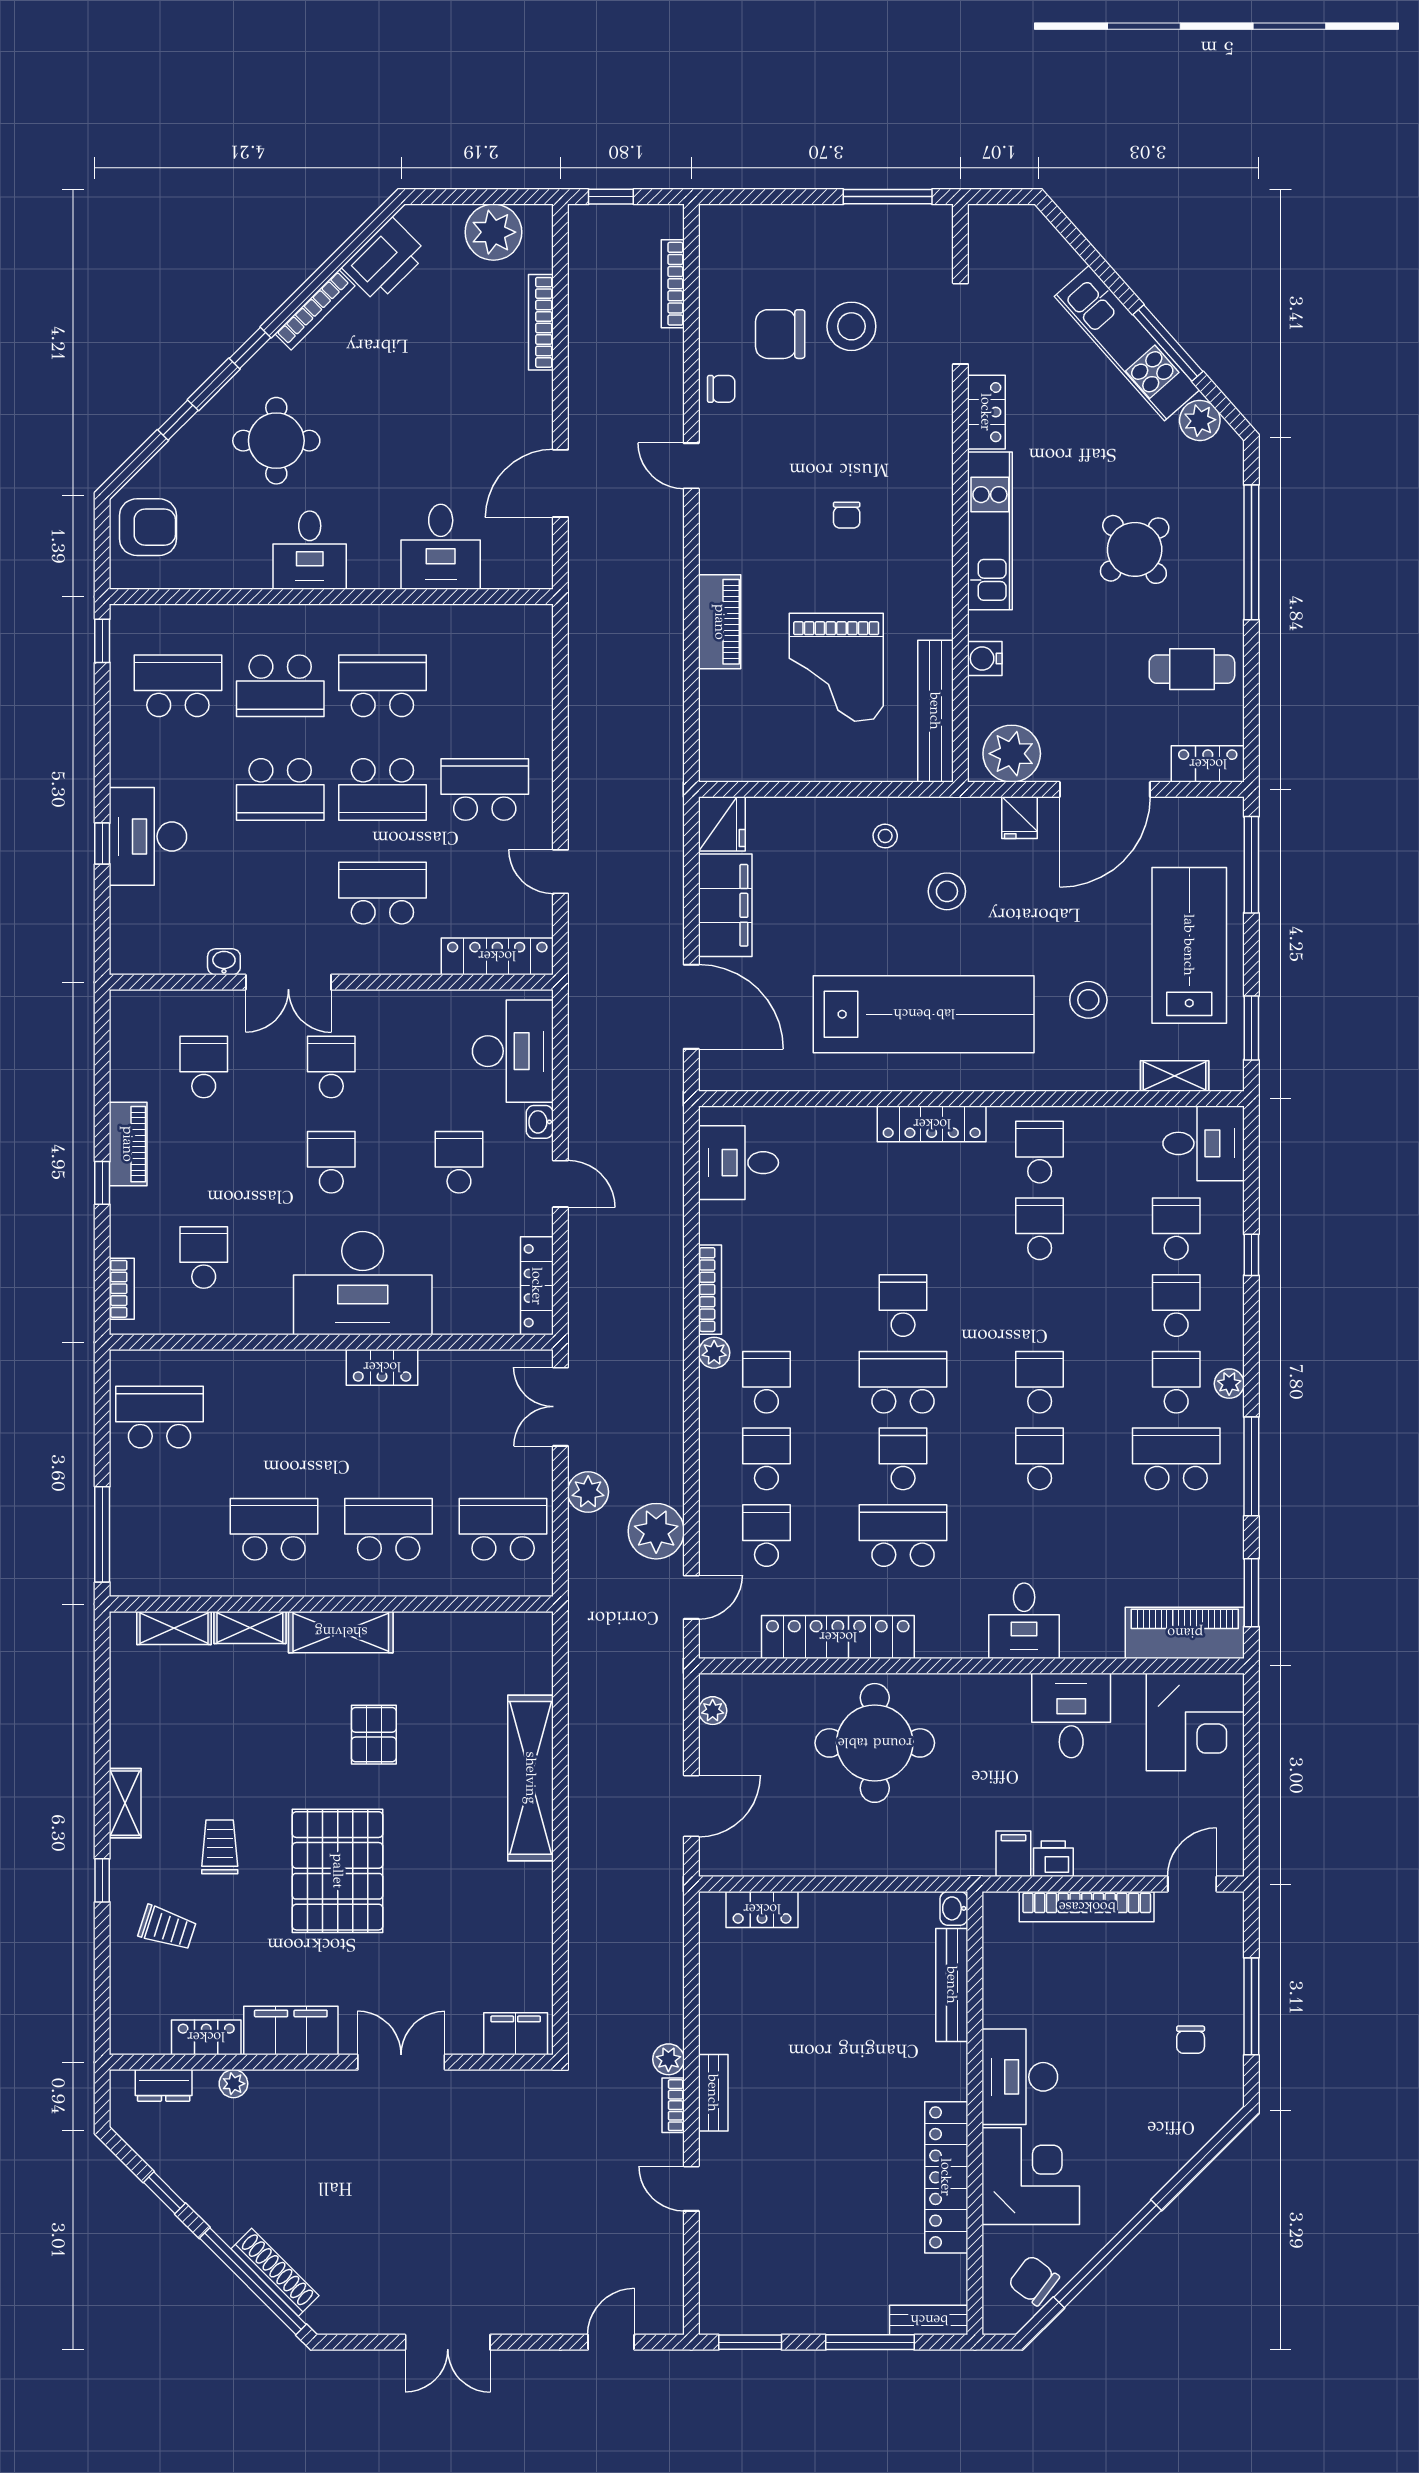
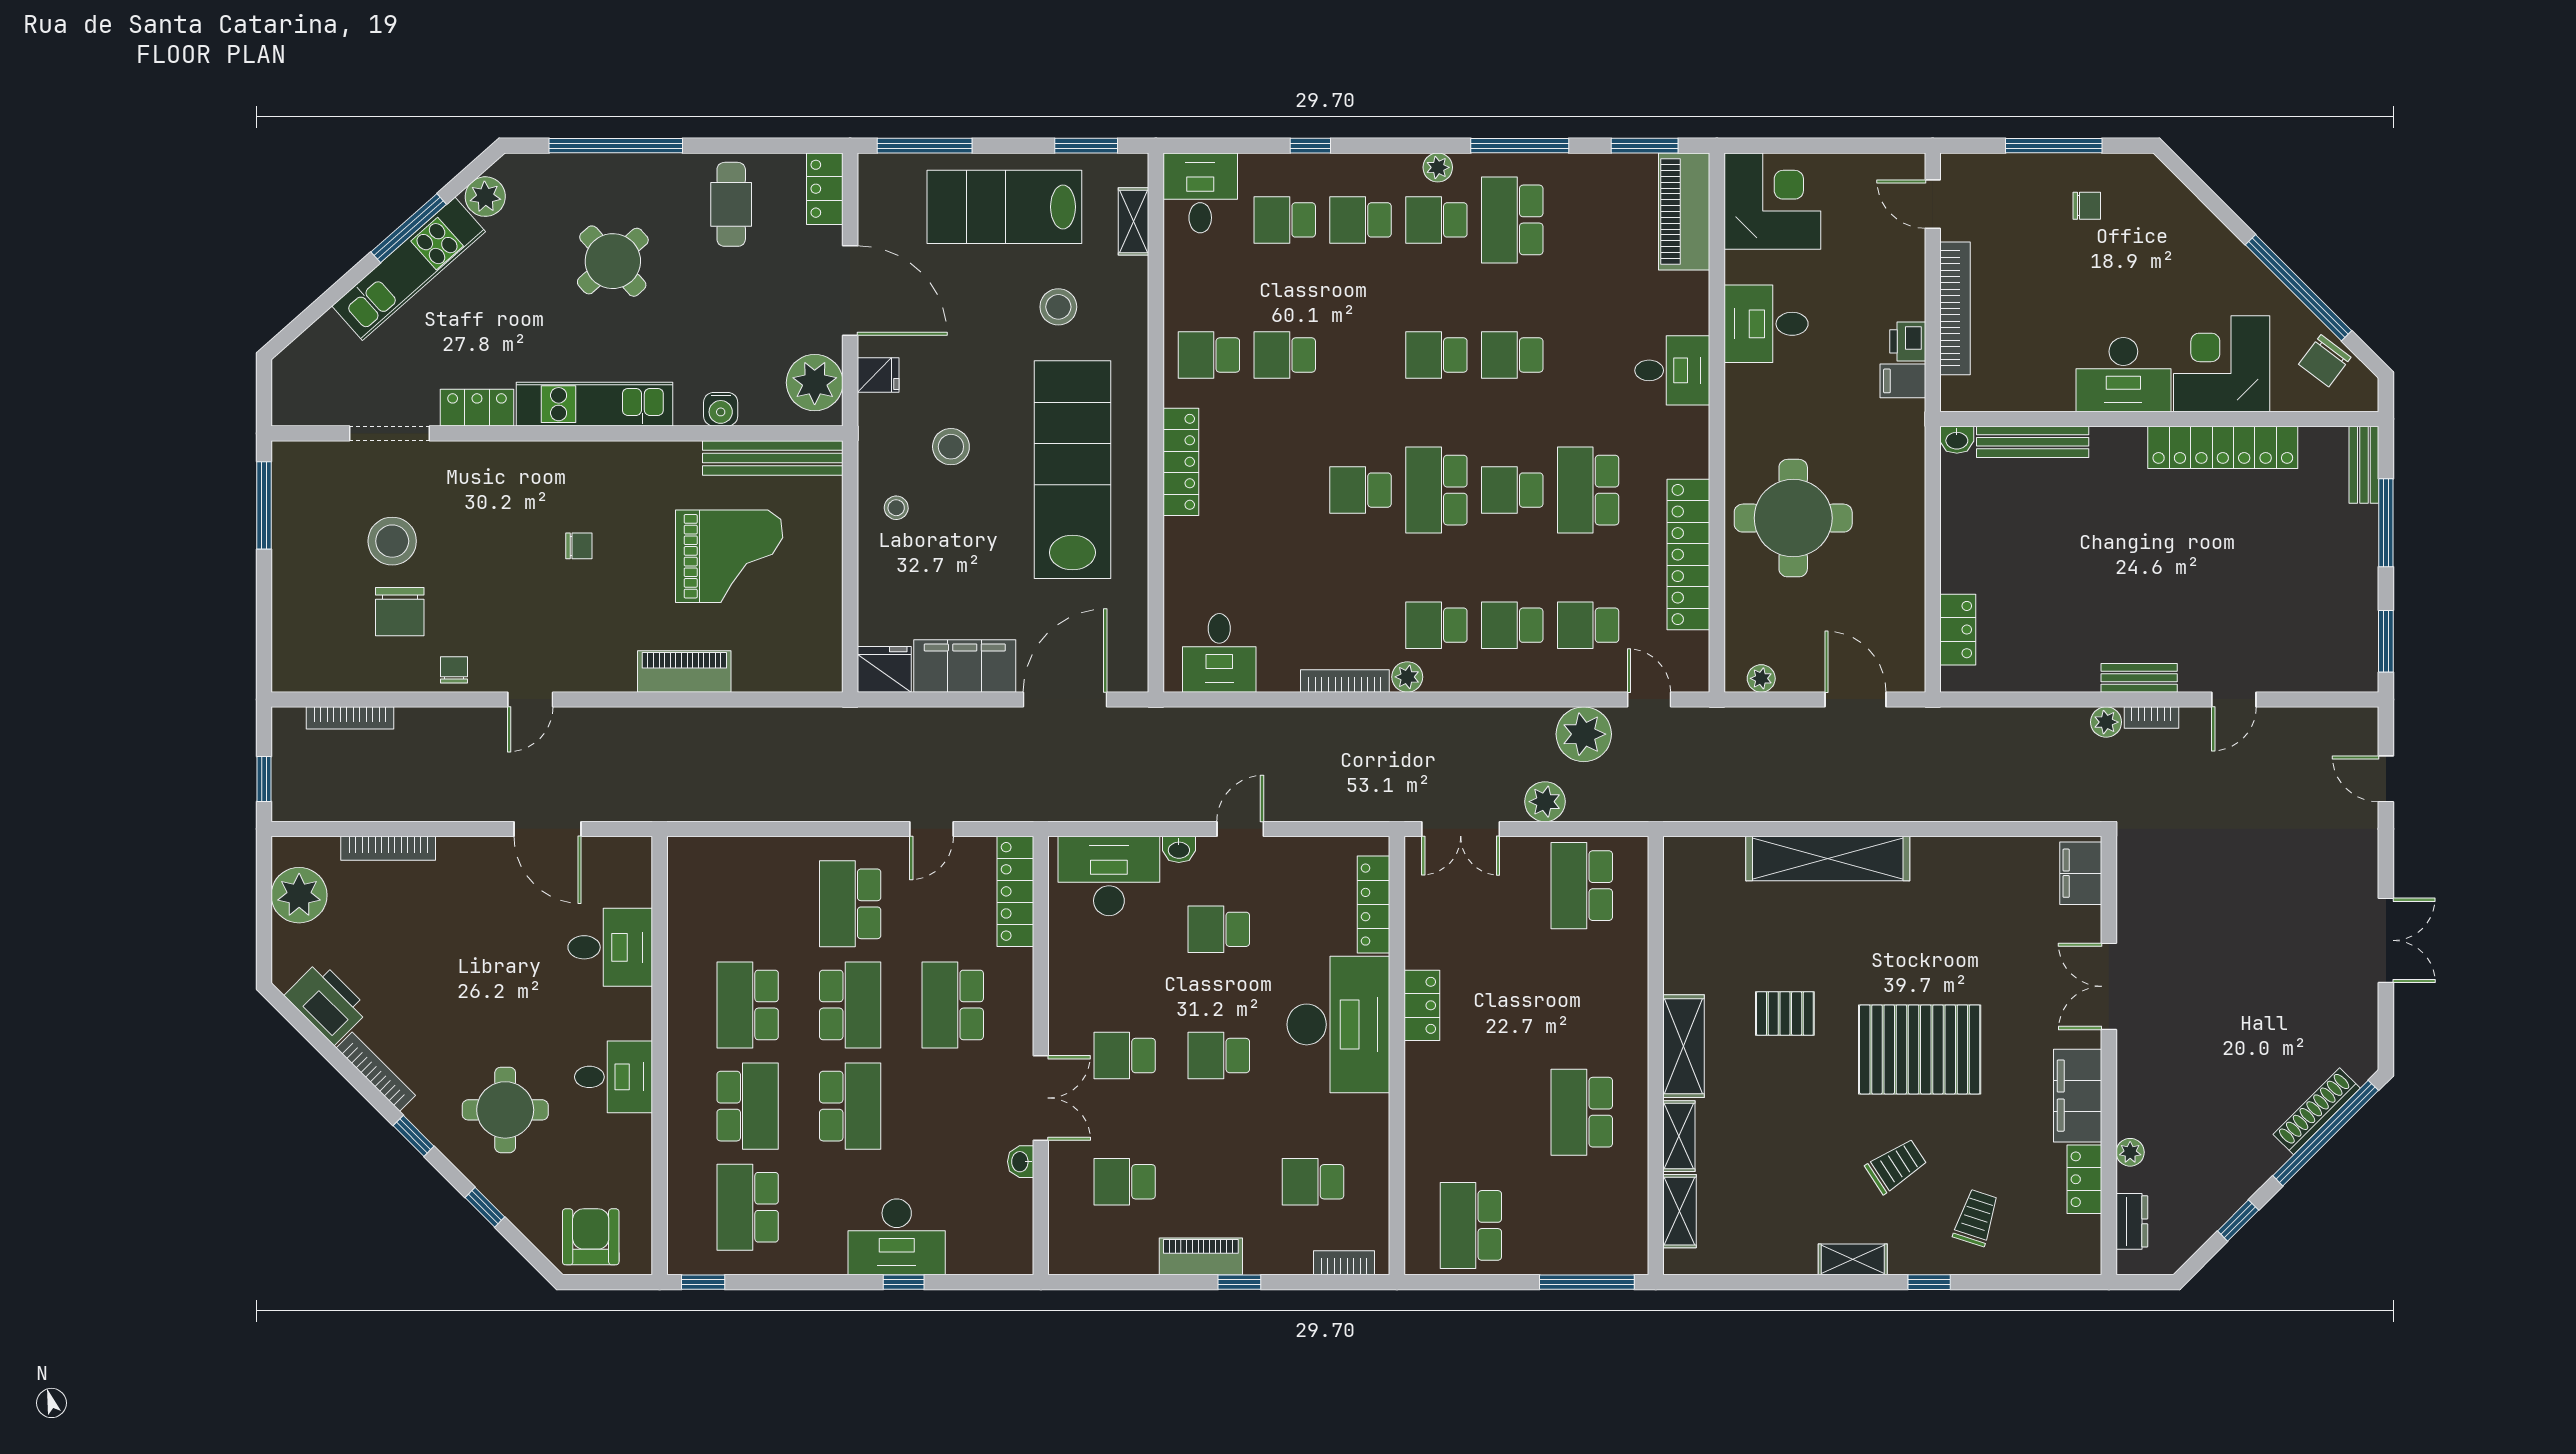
locker: (537, 1286) -> (1374, 905), moved, turned 90
school desk: (389, 1529) -> (1582, 999), removed
trolley: (220, 1847) -> (1896, 1166), turned 147

